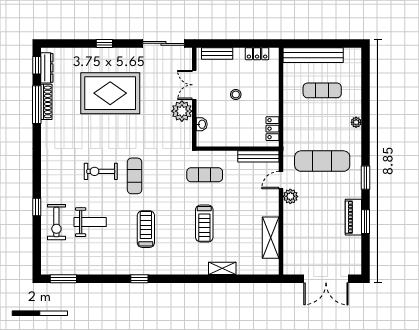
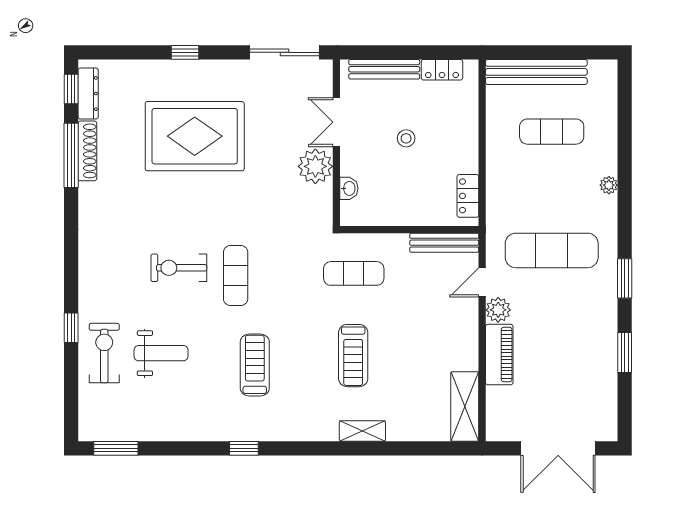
bench: (217, 53) -> (384, 69), width x1.36
piano: (353, 217) -> (499, 355), moved, turned 180
exercise bike: (56, 222) -> (104, 353), turned 180
shelving: (271, 238) -> (465, 406), moved
shelving: (222, 268) -> (362, 431), moved

